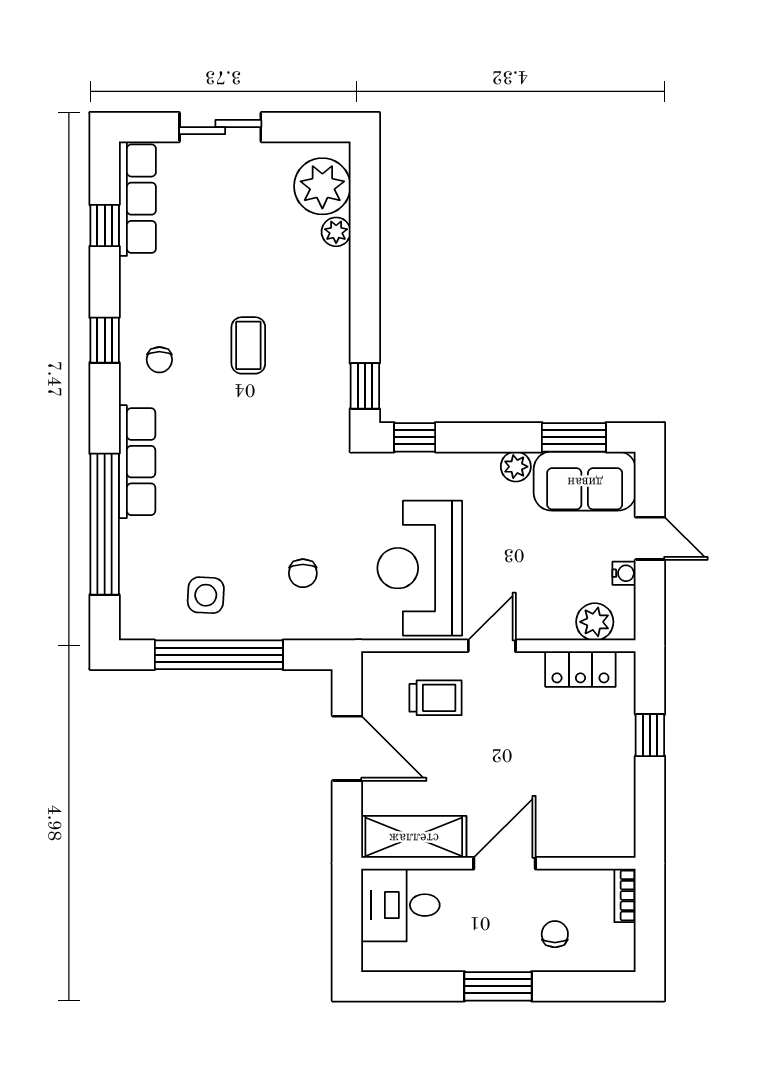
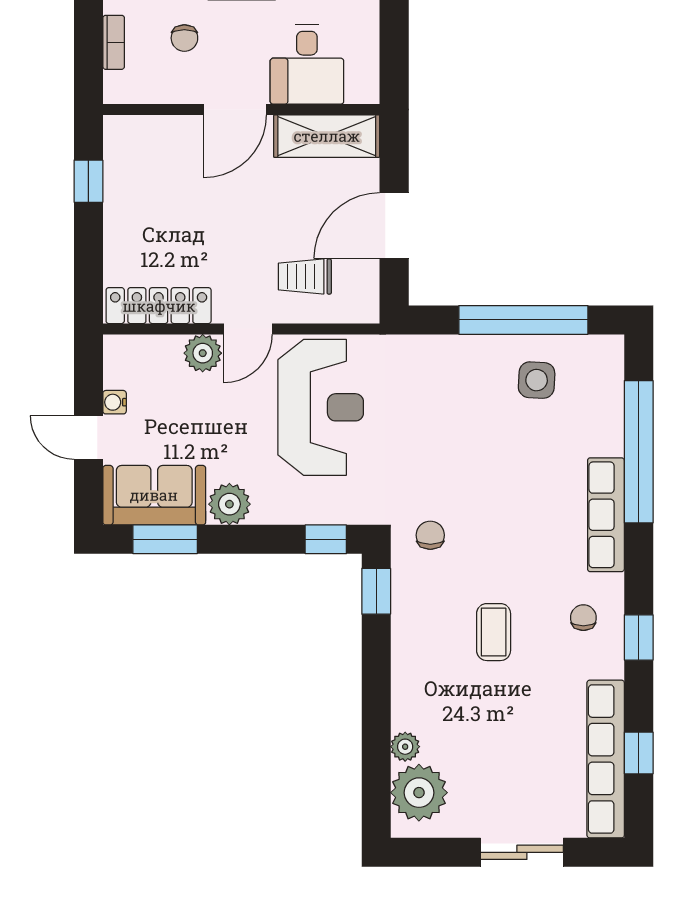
row of seats: (137, 199) -> (606, 759), width x1.36
plant: (516, 467) -> (229, 504), width x1.38, depth x1.38
chair: (303, 573) -> (430, 535), moved
plant: (595, 622) -> (203, 353), moved
locker: (580, 669) -> (159, 306), width x1.53
window: (650, 735) -> (88, 181), moved
door: (347, 748) -> (394, 226), hinge flipped
bookcase: (625, 895) -> (114, 42), moved
desk: (400, 905) -> (307, 65), moved, turned 90

